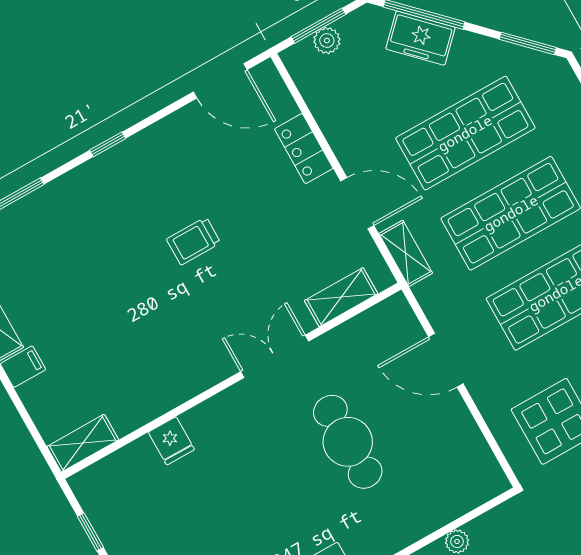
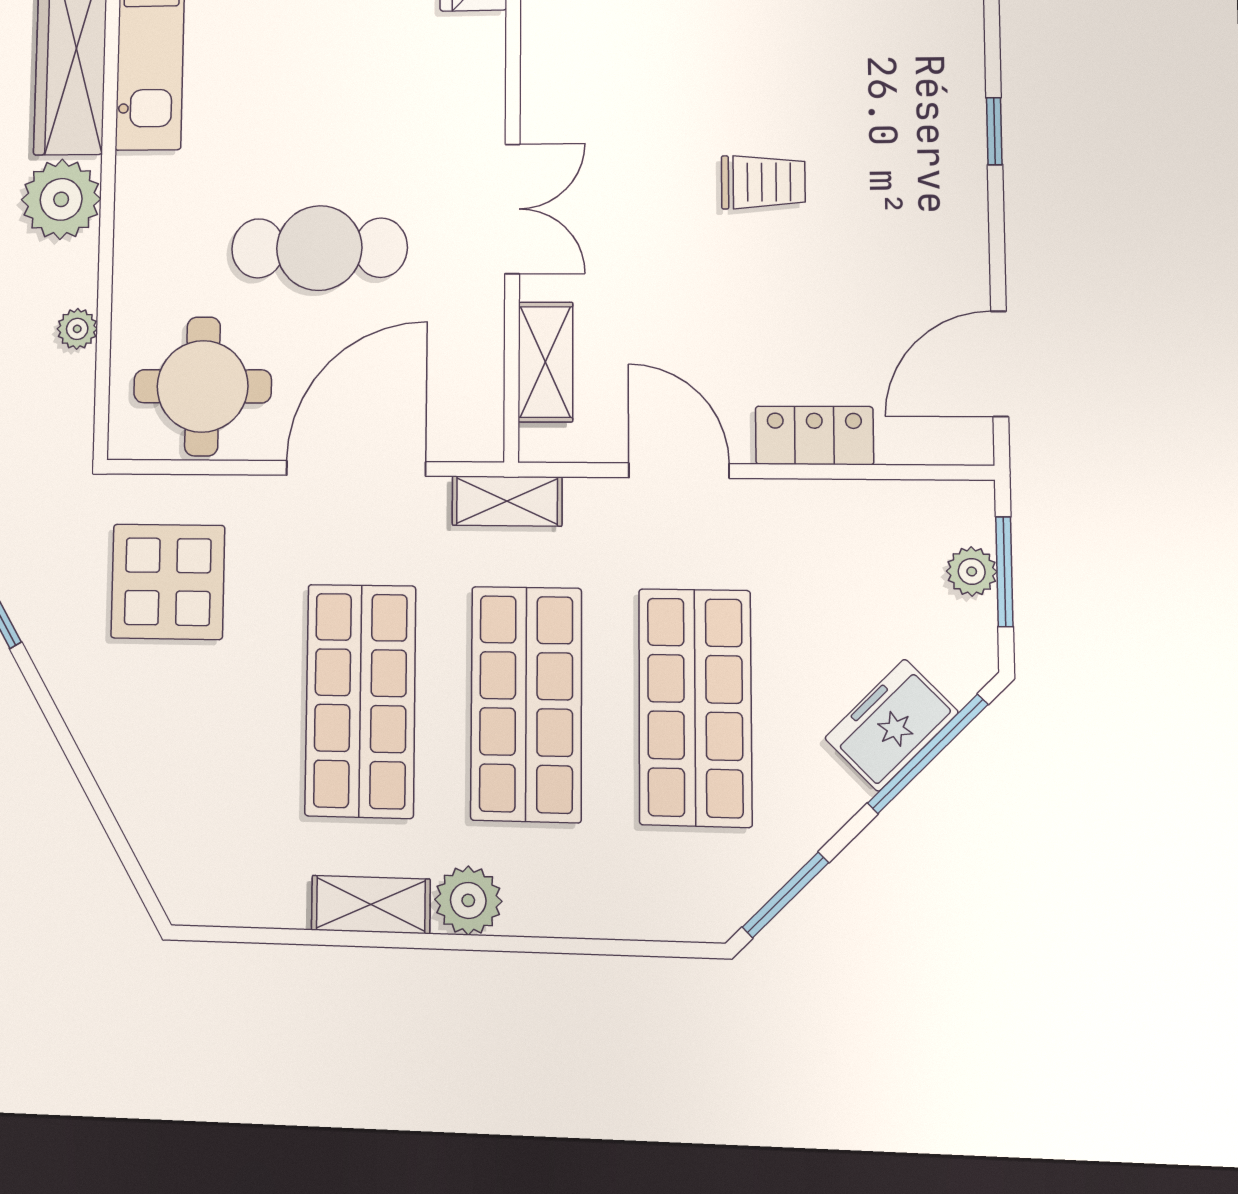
door: (357, 203) -> (679, 471), swing flipped
trolley: (193, 241) -> (763, 182), turned 90
shelving: (406, 253) -> (507, 501), moved
door: (446, 360) -> (356, 468), width x1.36
round table: (449, 460) -> (202, 386), added

